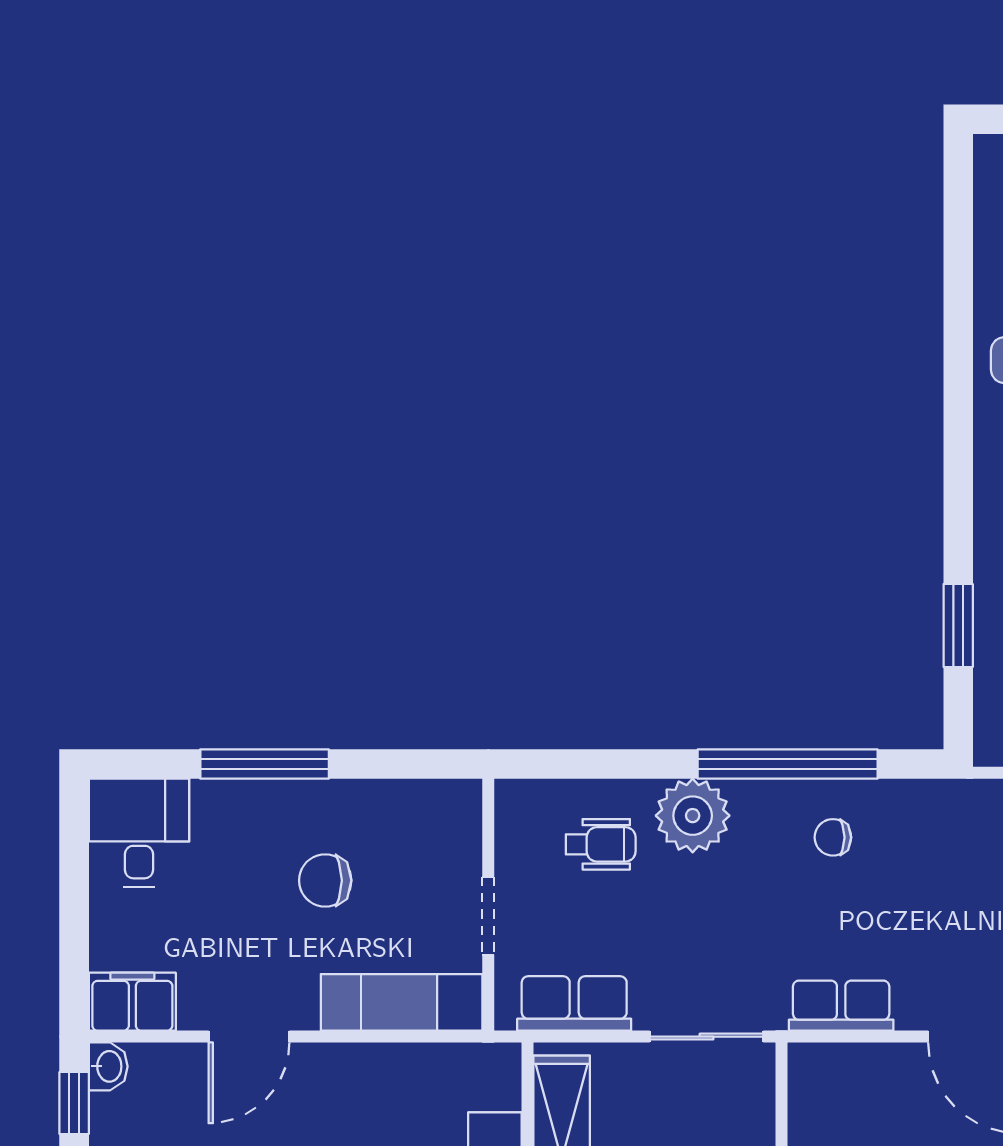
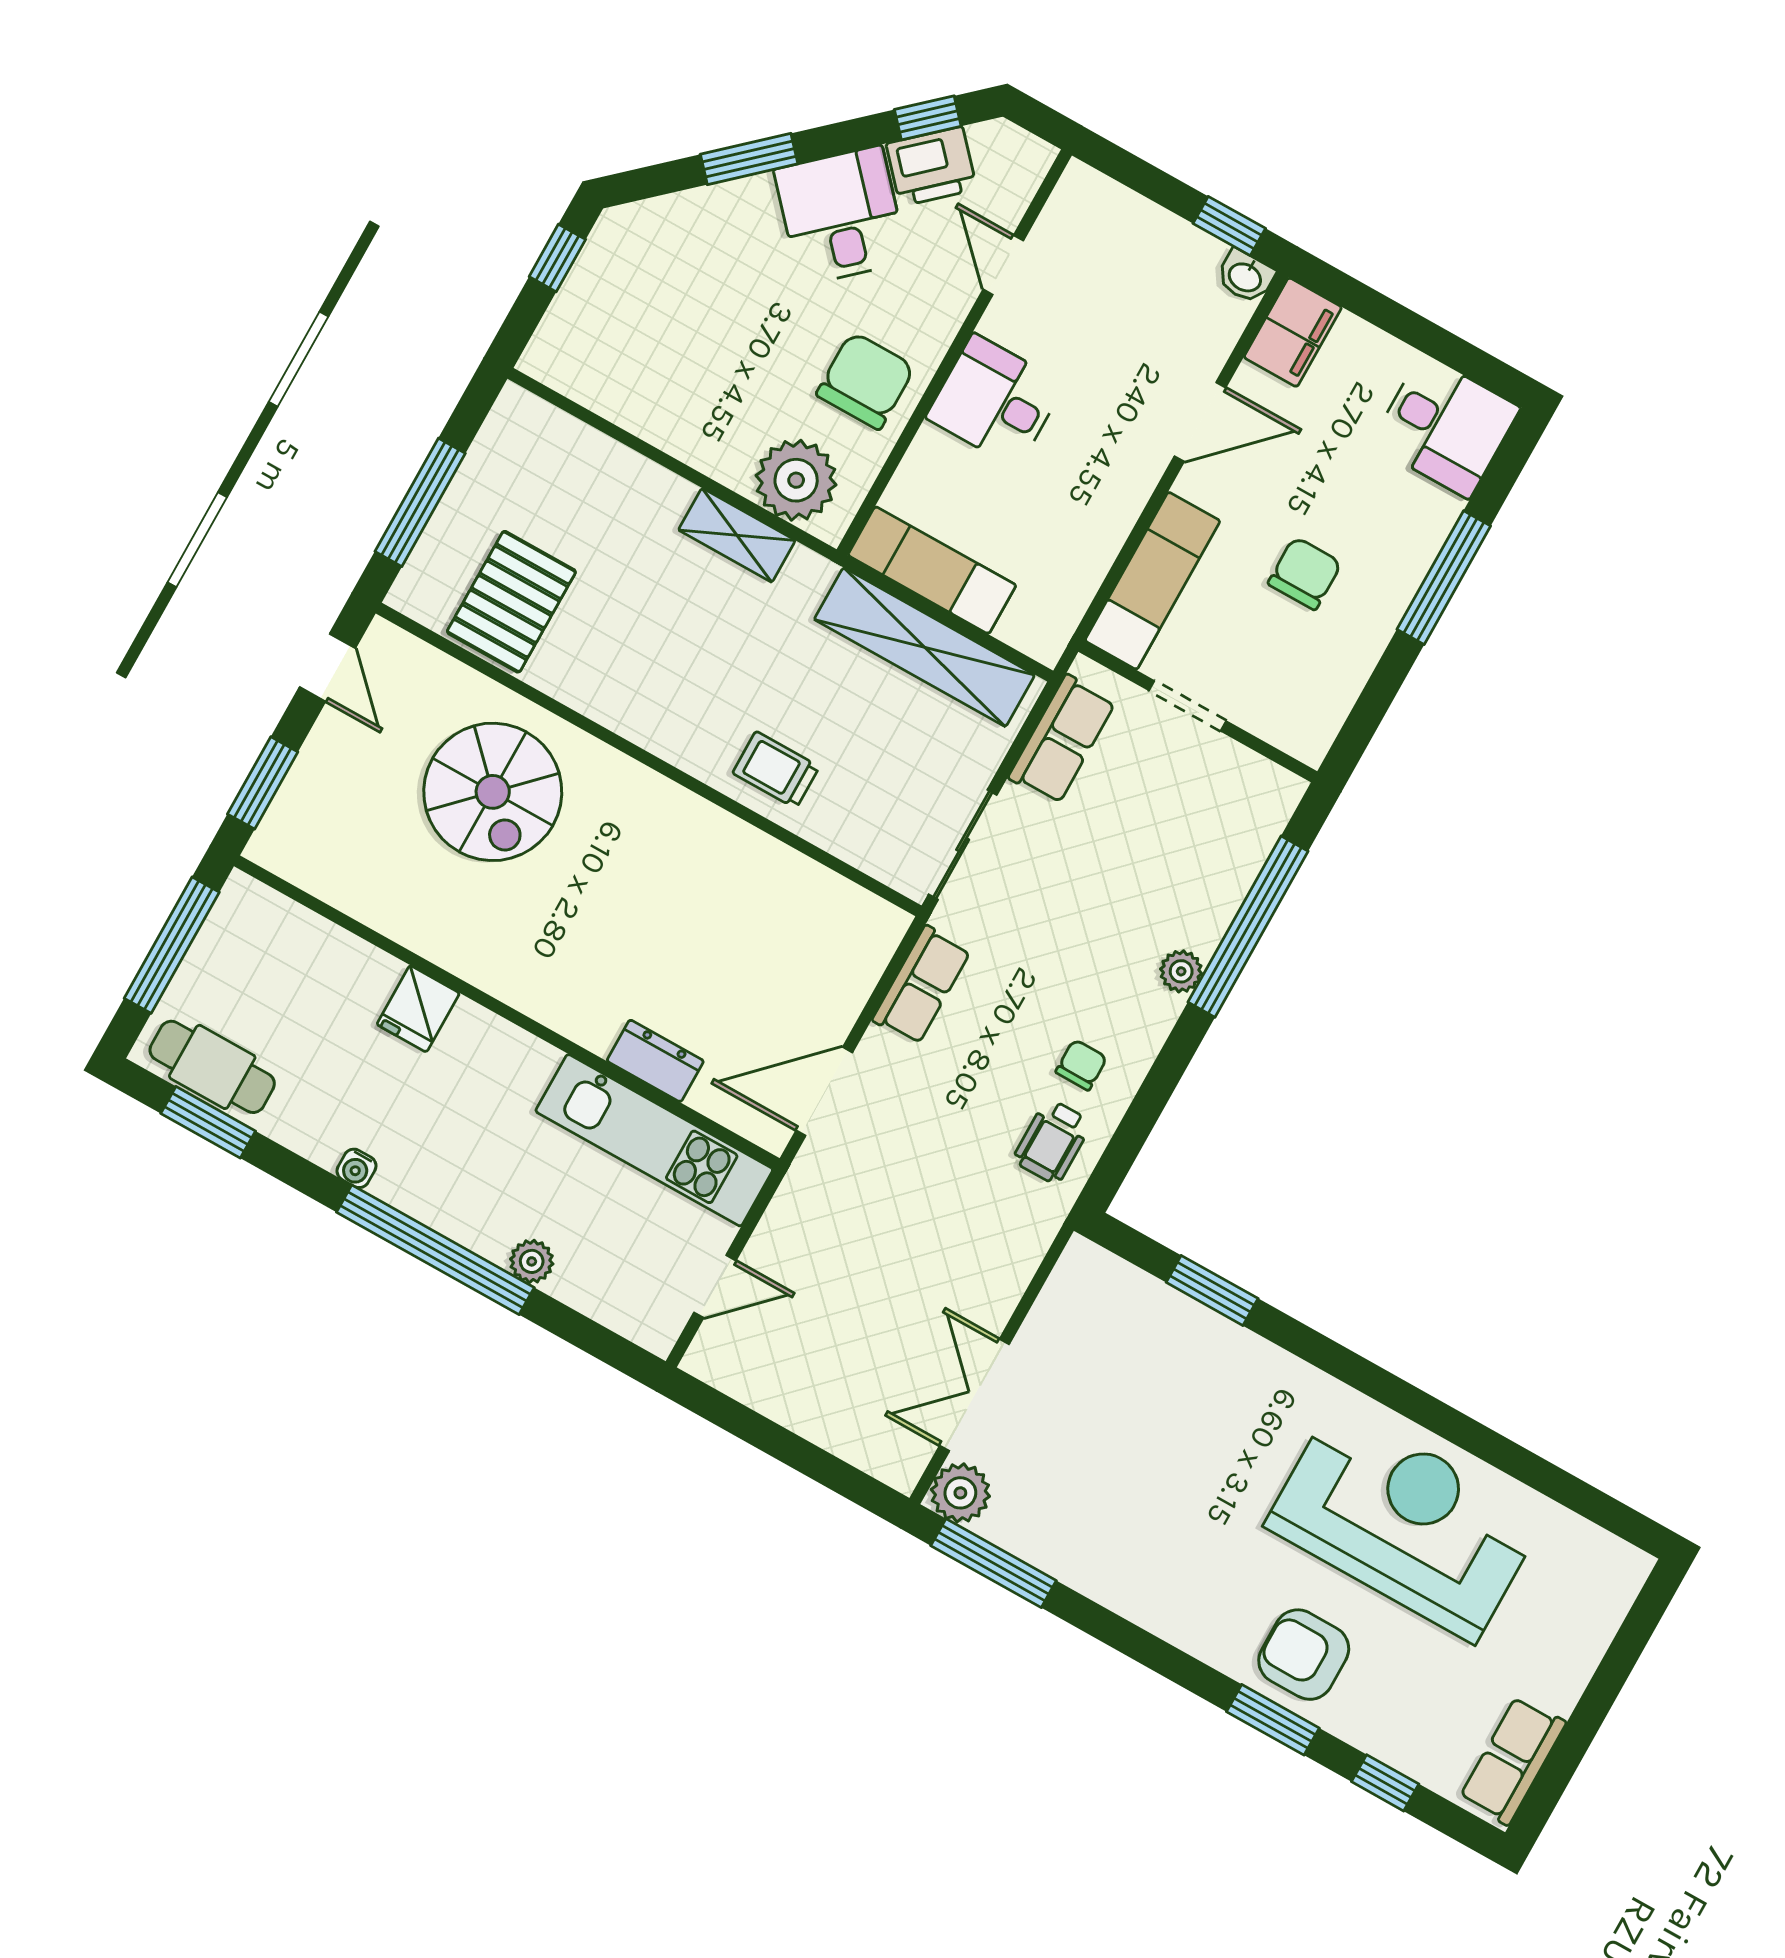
window: (788, 764) -> (1248, 927), moved
plant: (693, 816) -> (1181, 971), width x0.53, depth x0.53
wheelchair: (601, 844) -> (1052, 1141), moved
door: (249, 1037) -> (1200, 422), swing flipped

